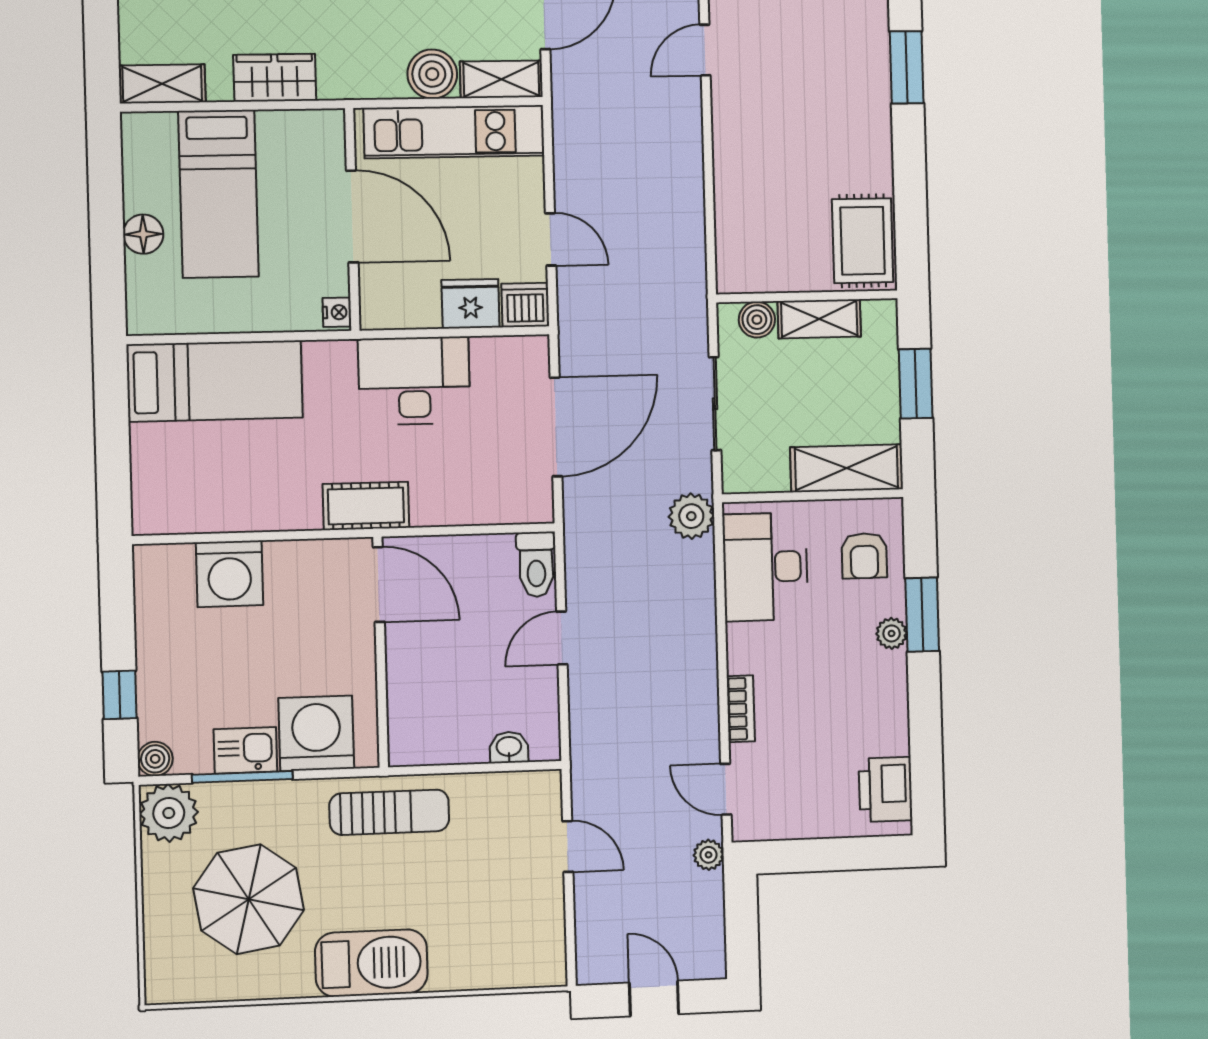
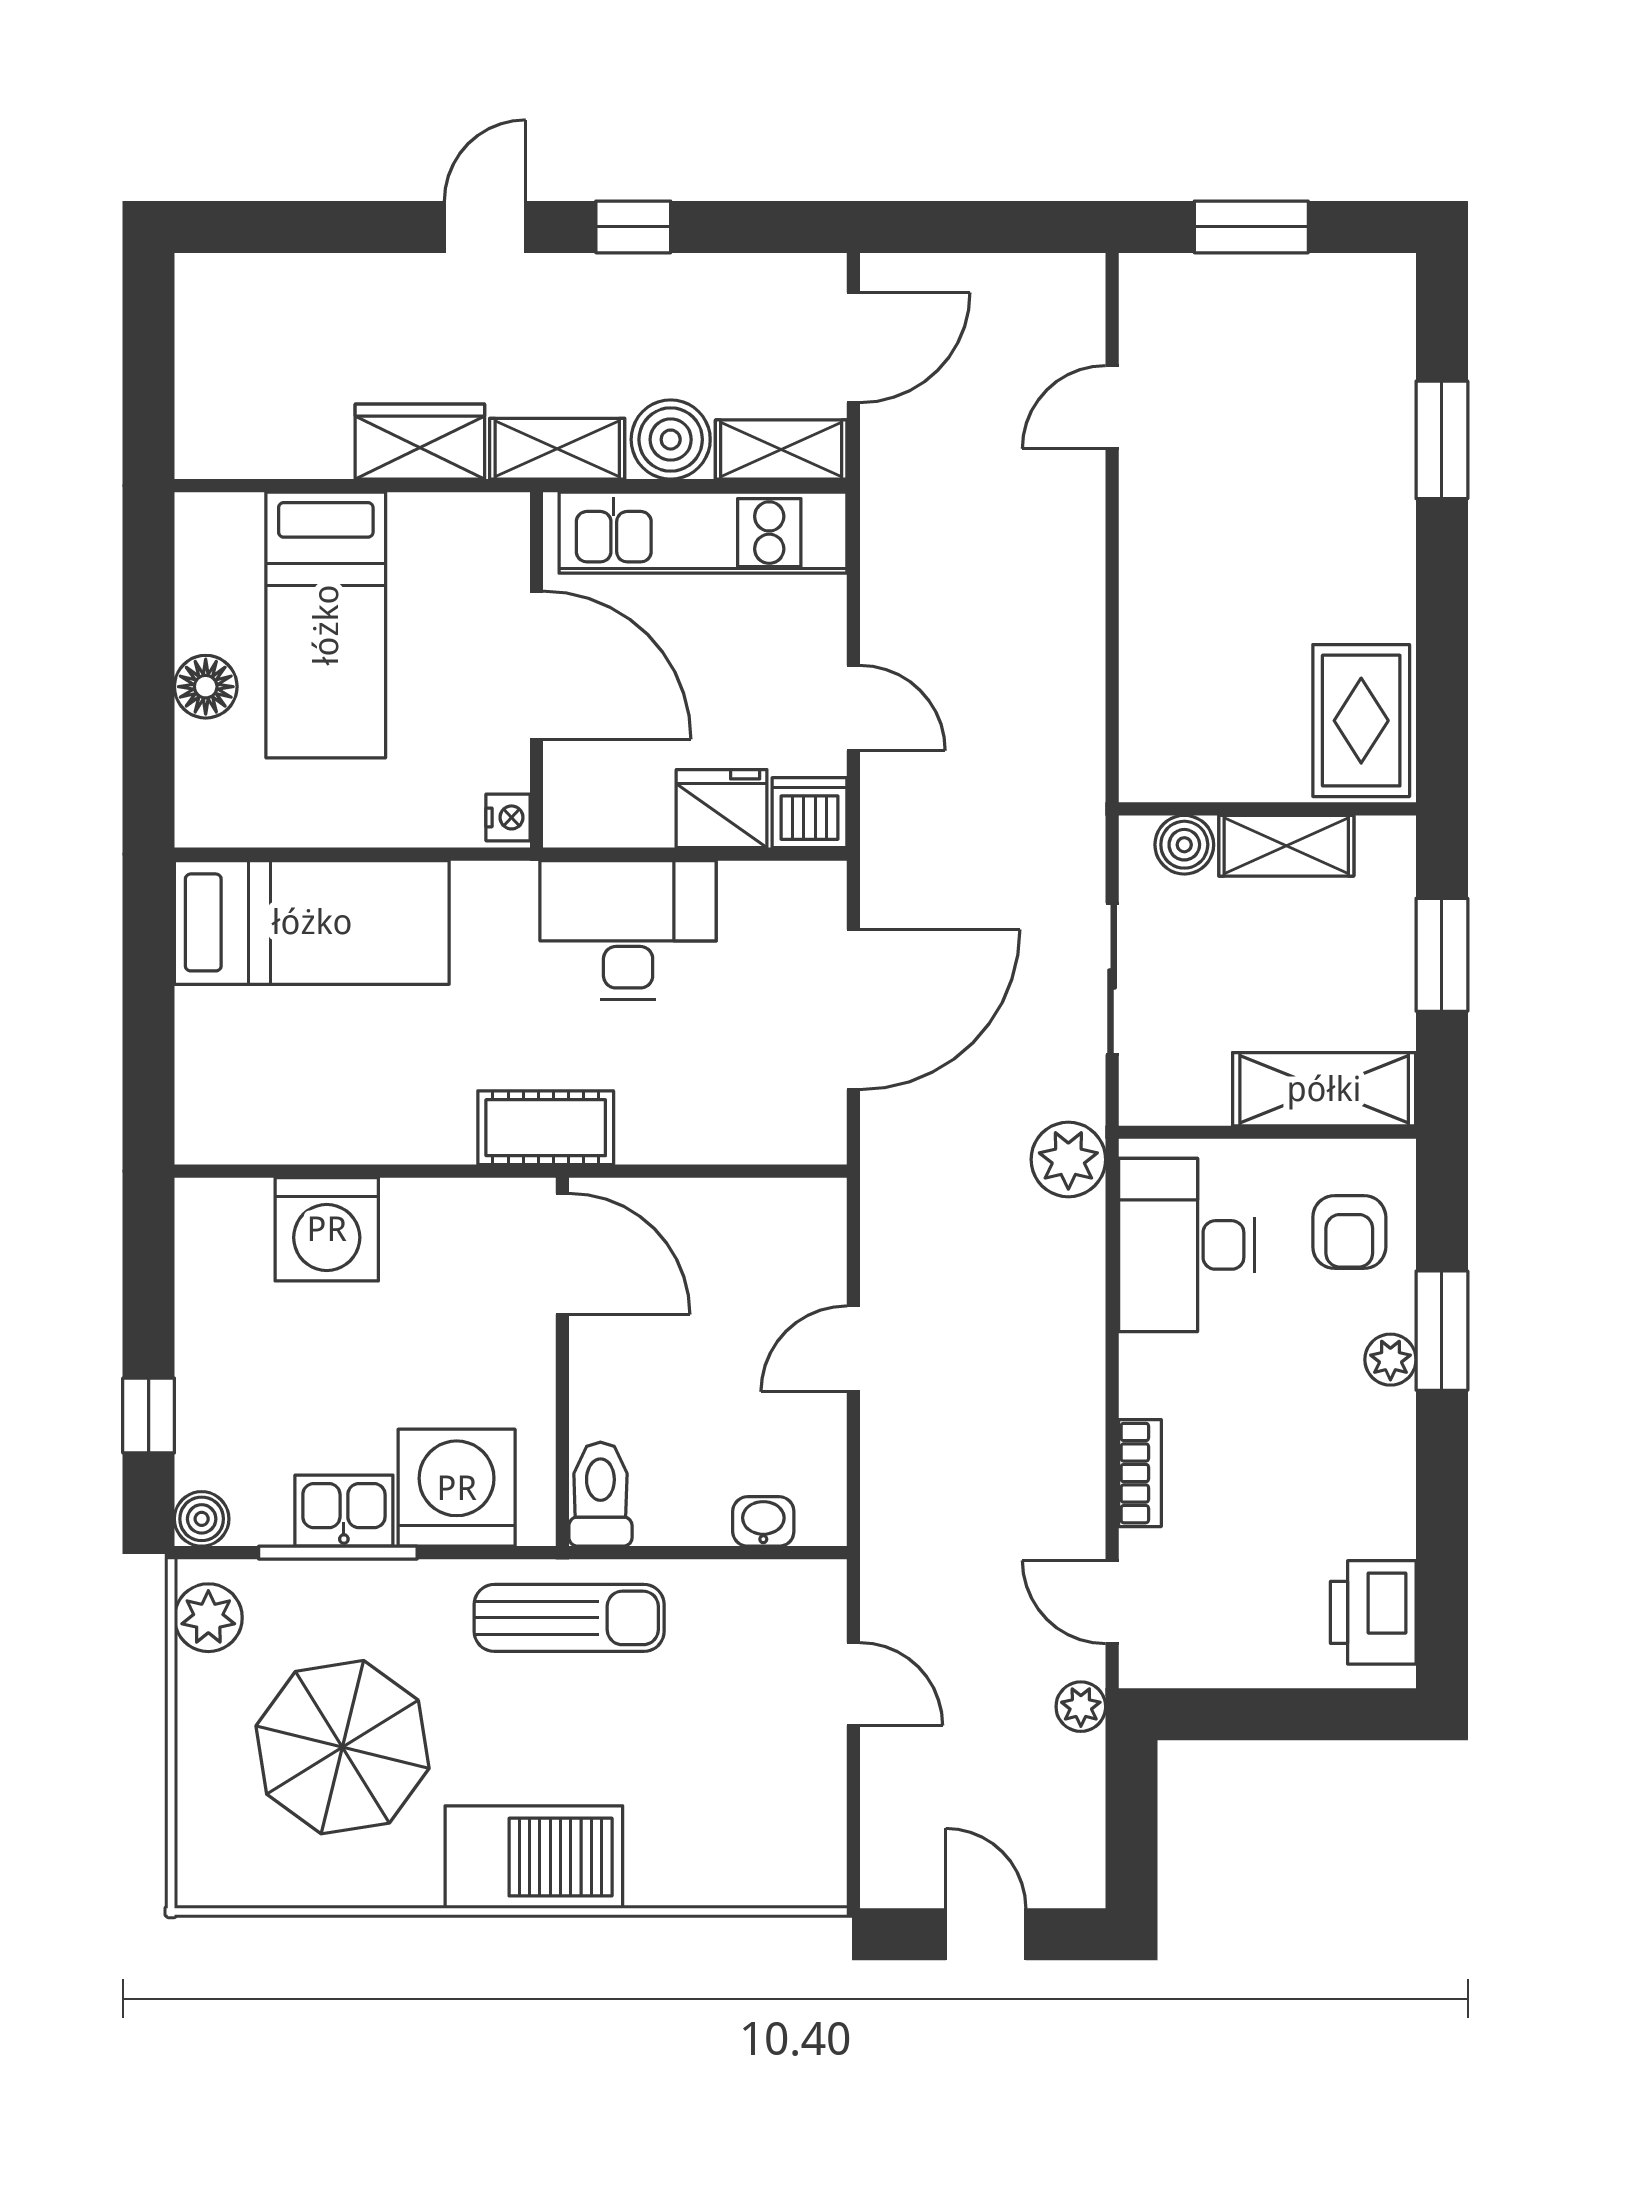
shelving: (162, 84) -> (557, 449), moved
toilet: (536, 564) -> (600, 1494), moved, turned 180
plant: (169, 813) -> (208, 1618), width x0.73, depth x0.73

